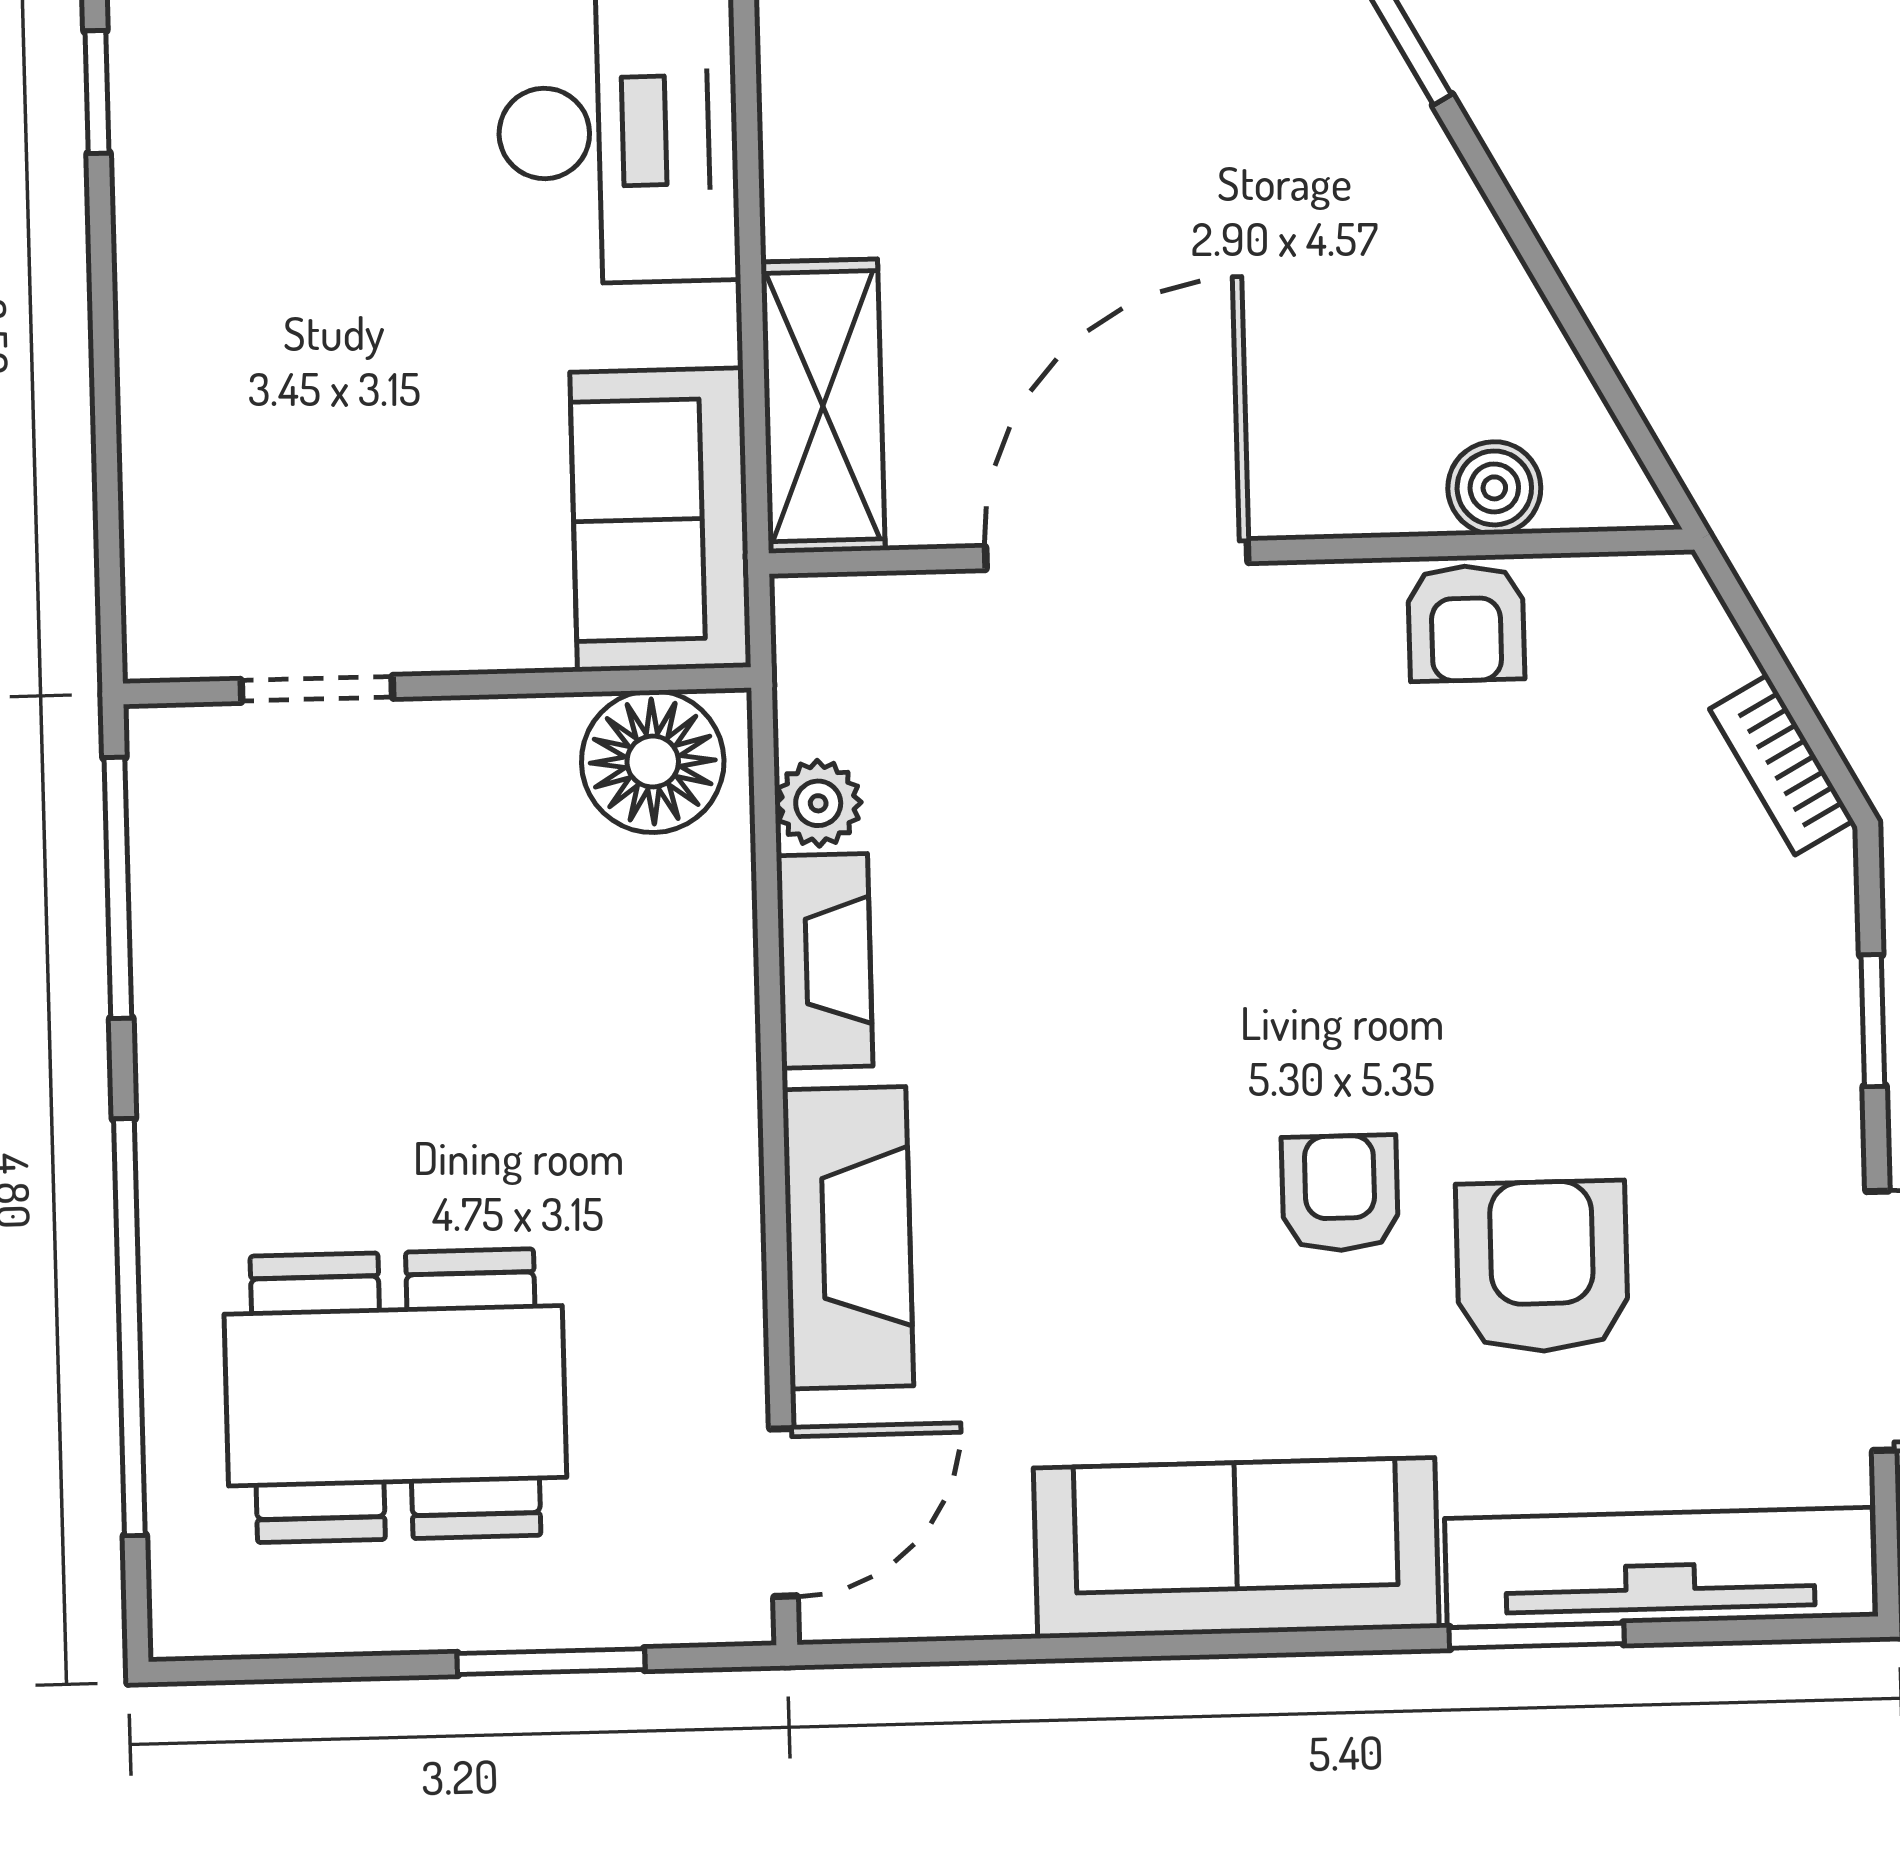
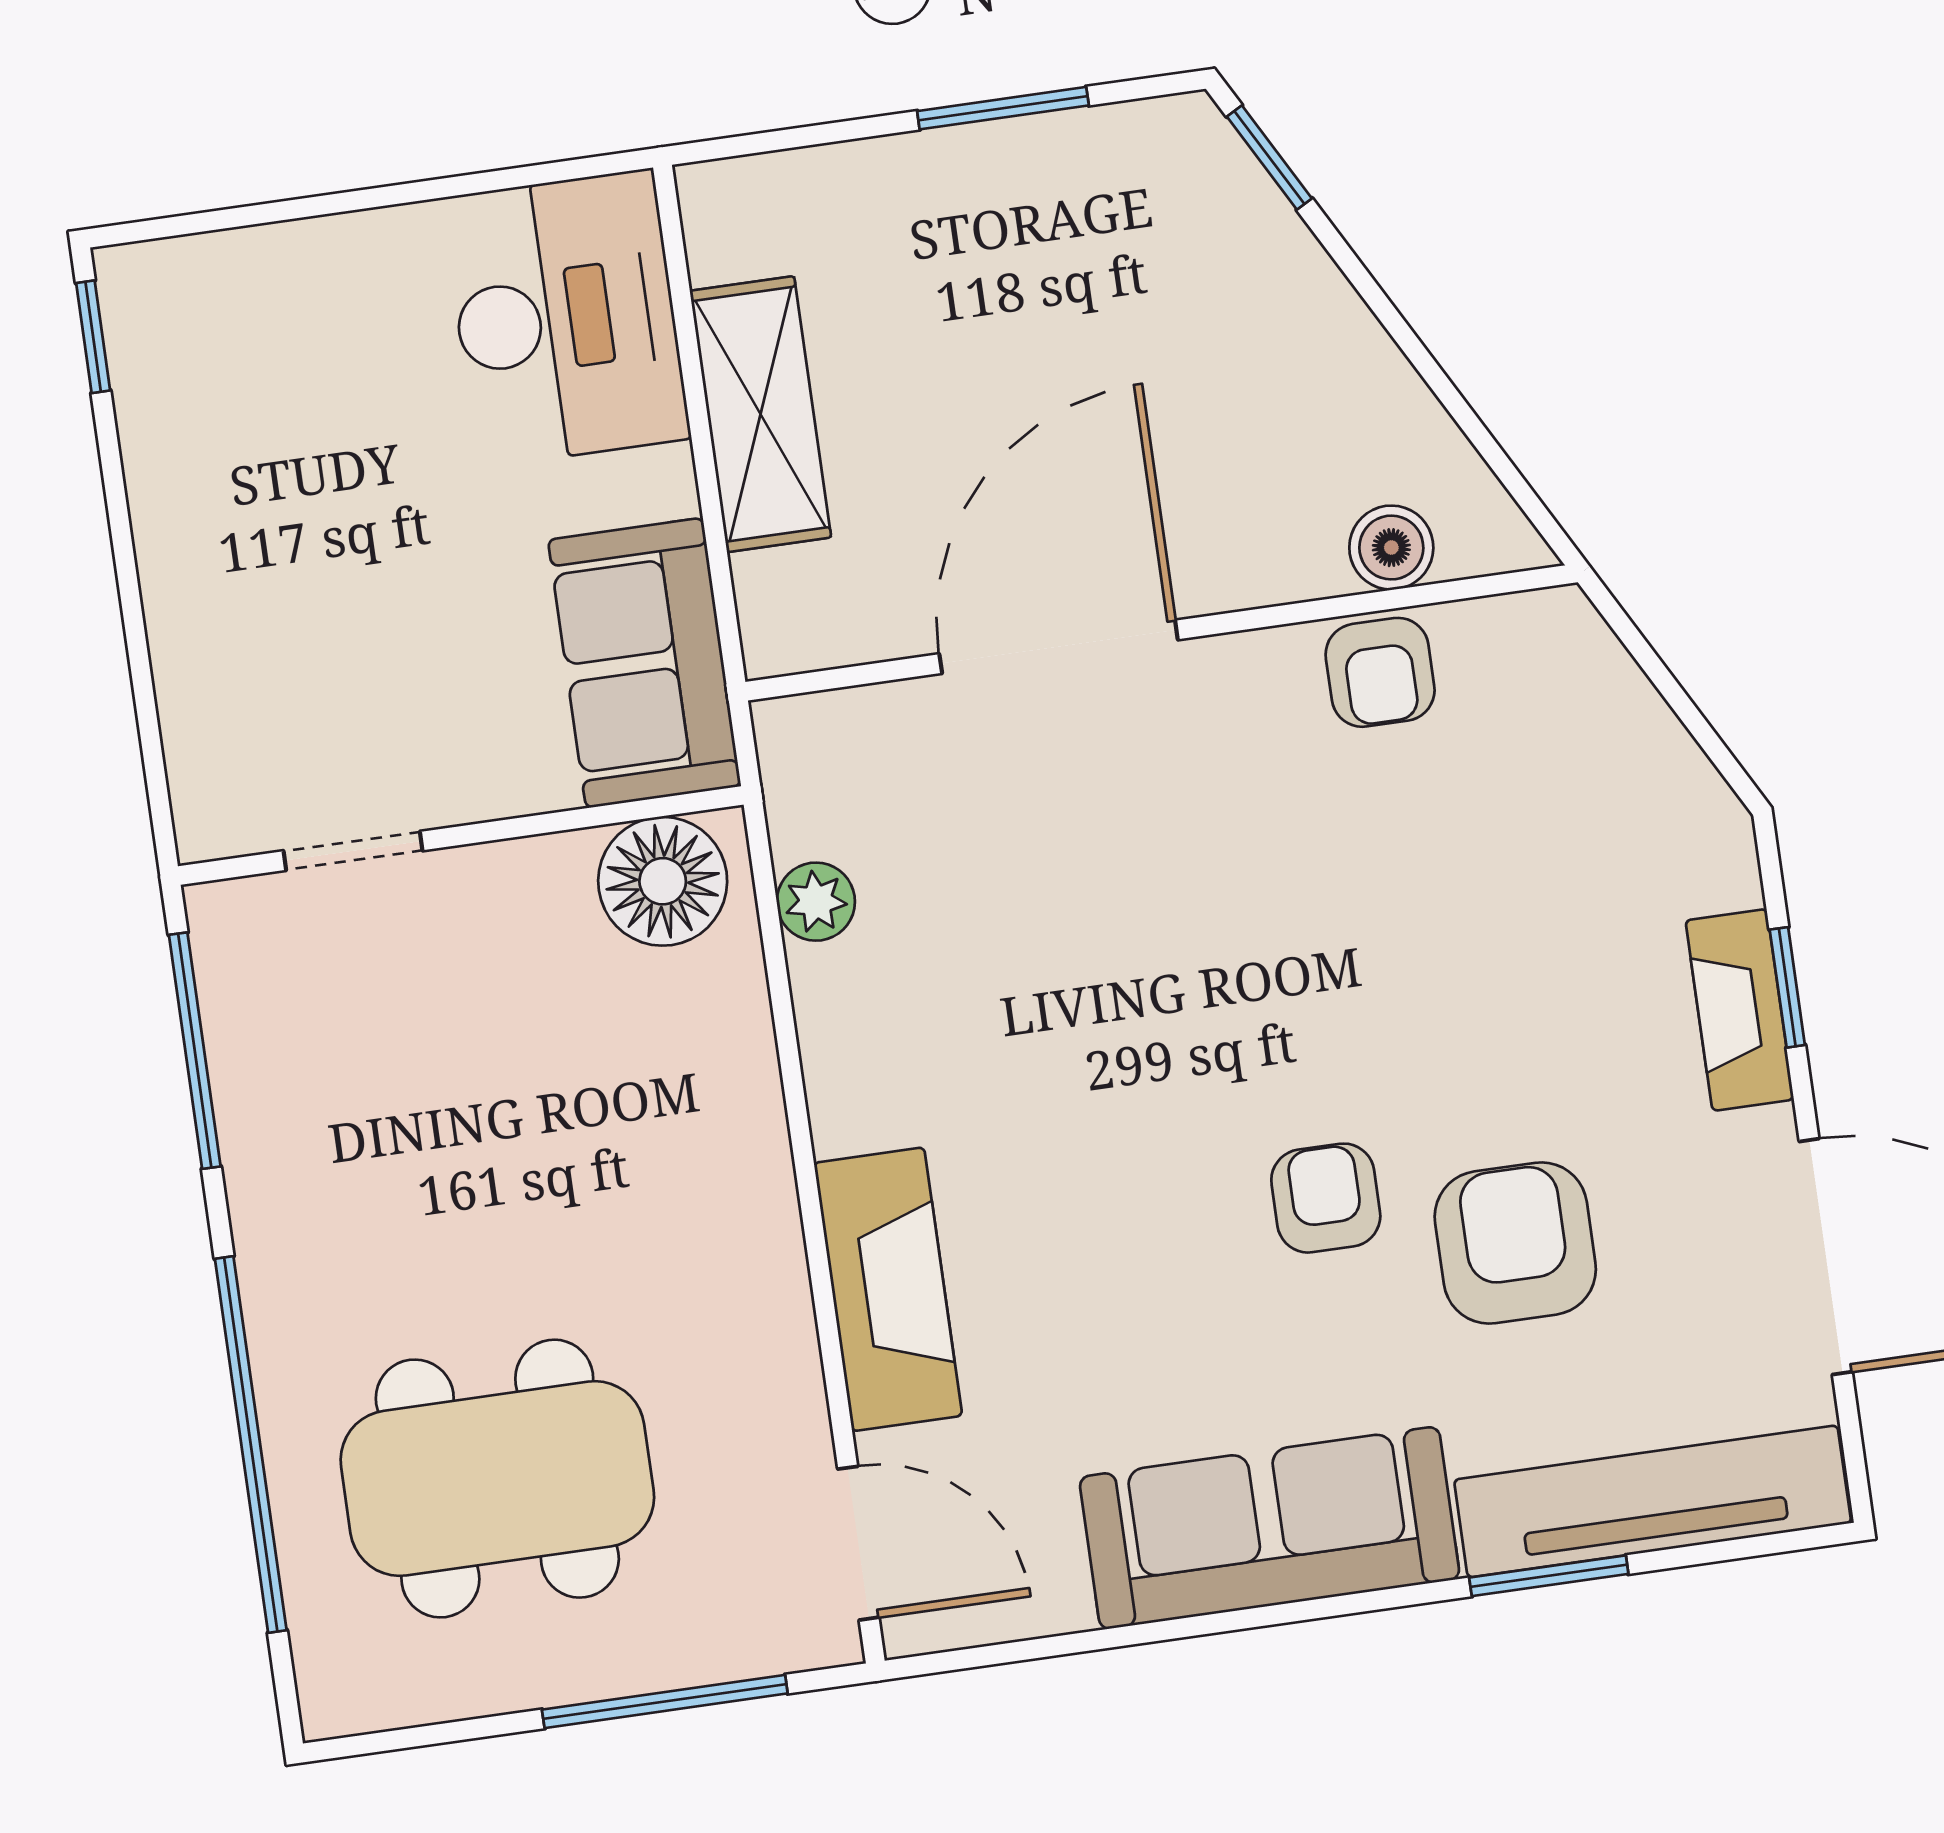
shelving: (823, 406) -> (760, 414), moved
bookcase: (1781, 765) -> (1678, 767), removed
fireplace: (825, 961) -> (1740, 1010), moved, turned 180
door: (783, 1512) -> (858, 1543), hinge flipped
window: (551, 1662) -> (665, 1701), width x1.44

